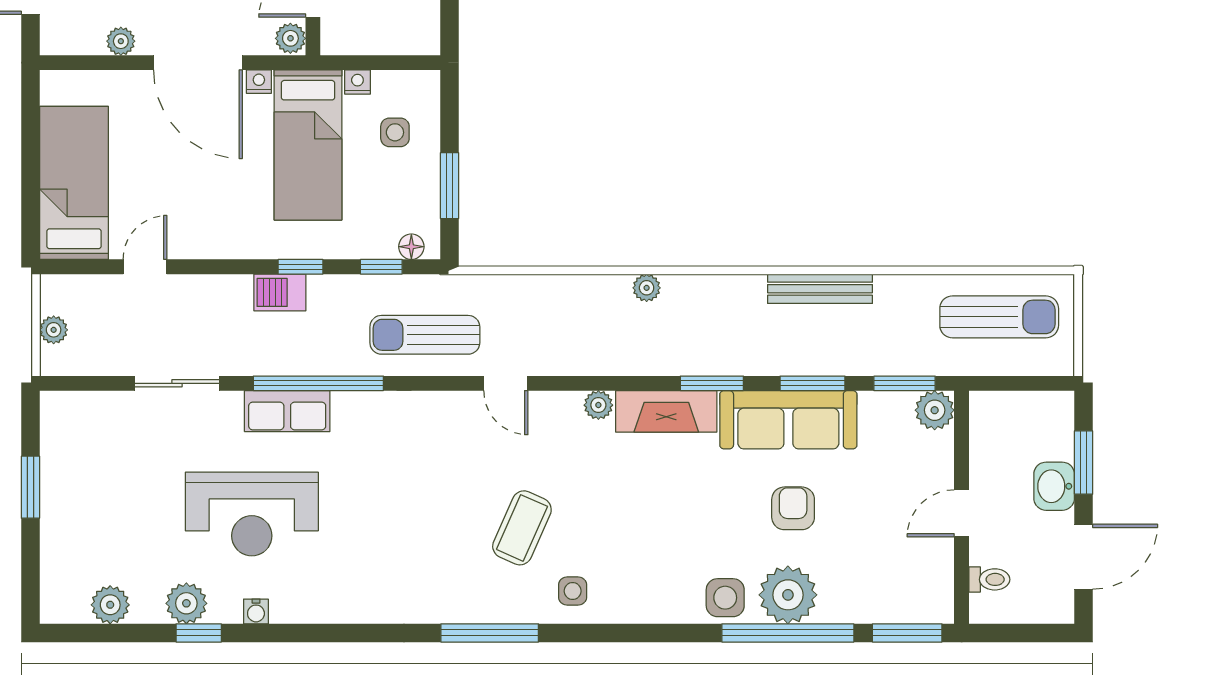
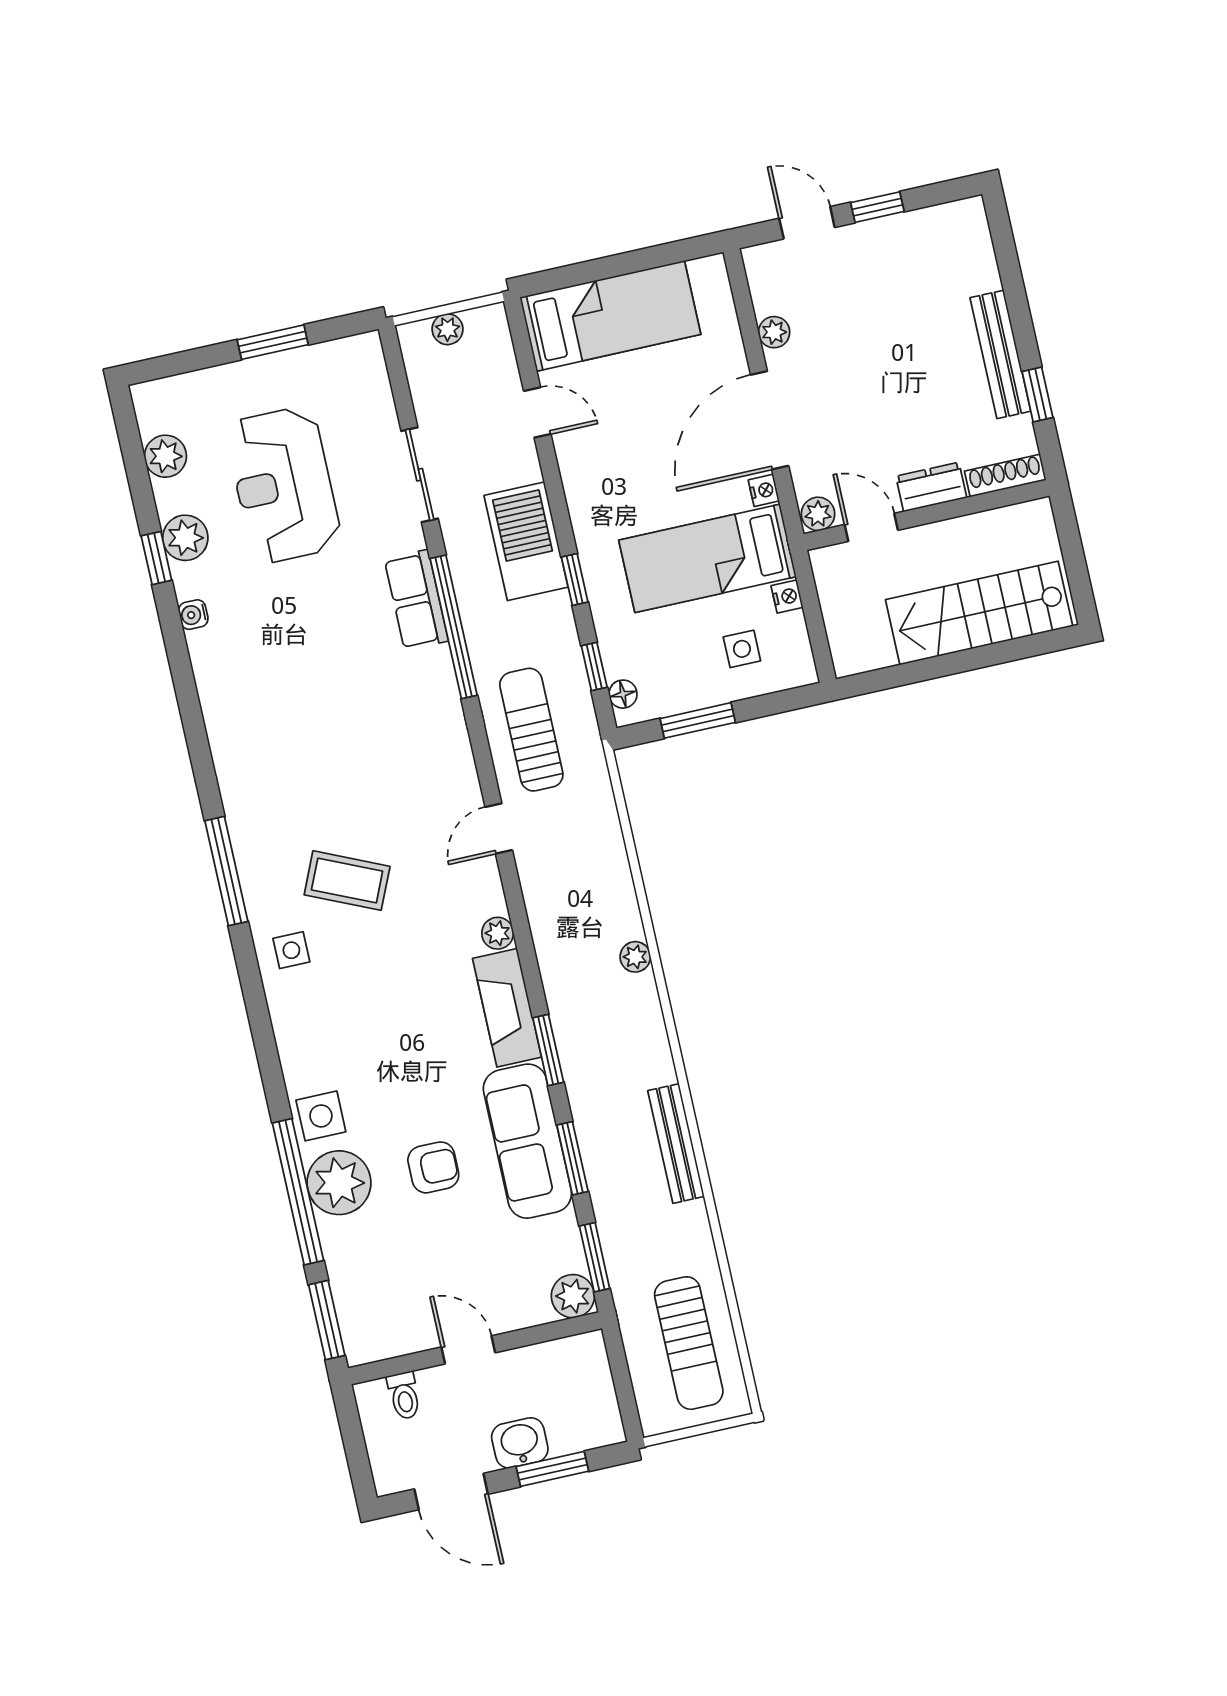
barbecue: (280, 292) -> (526, 541), width x1.88, depth x1.53
reception desk: (252, 514) -> (284, 485), moved

